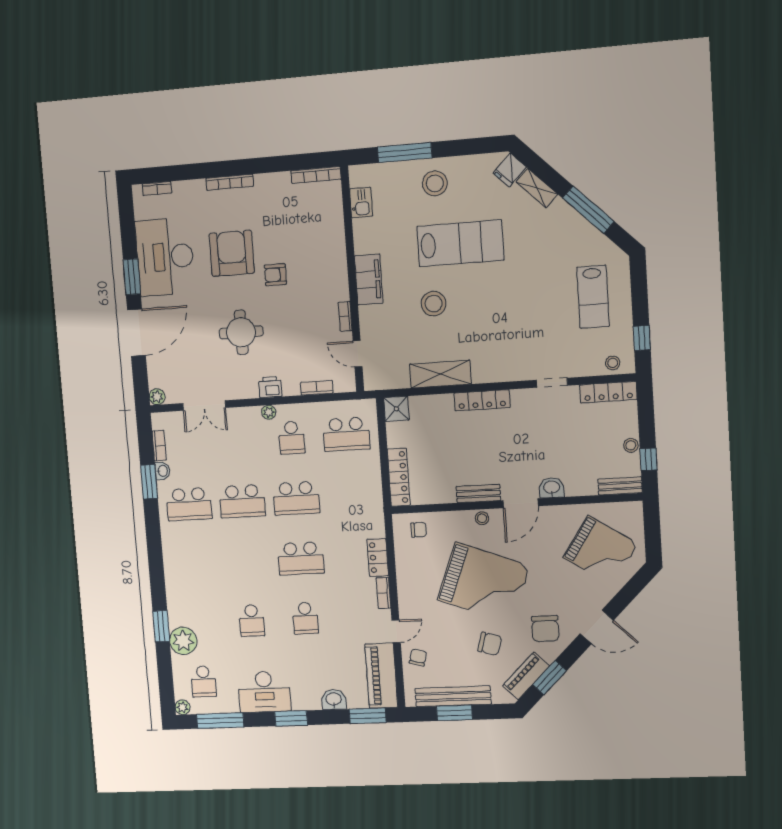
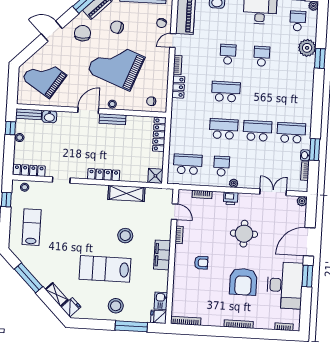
fridge: (361, 175) -> (159, 317), added
armchair: (275, 275) -> (201, 263), moved
washbasin: (552, 488) -> (49, 117), moved

